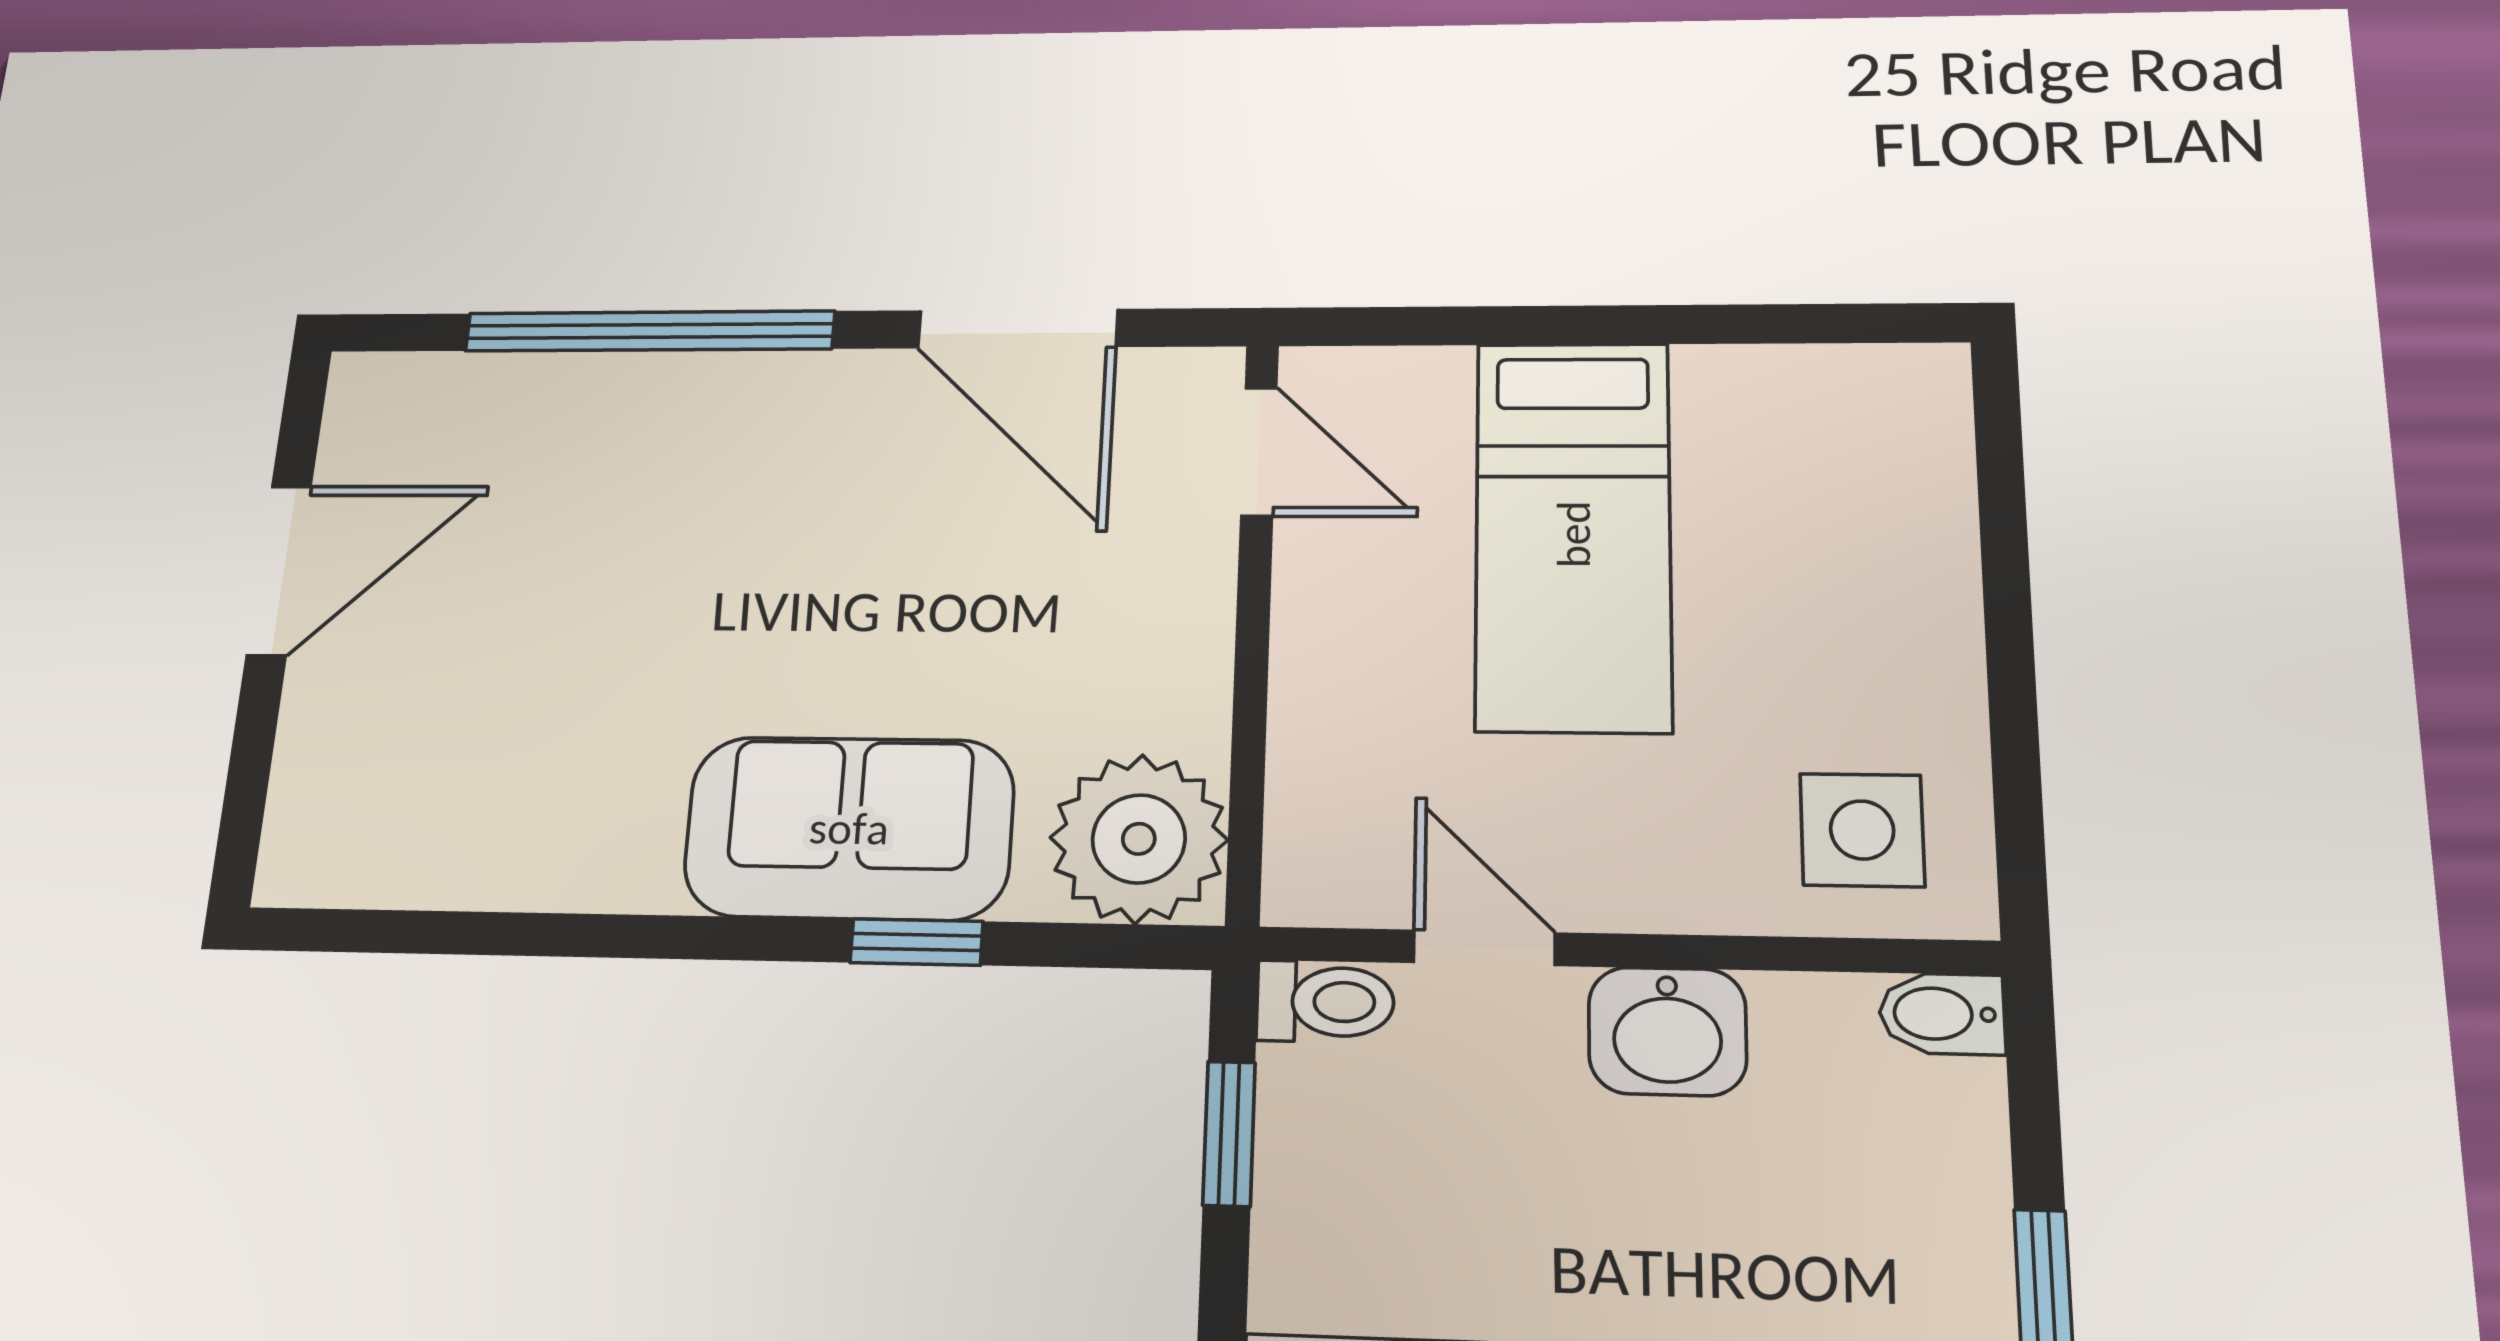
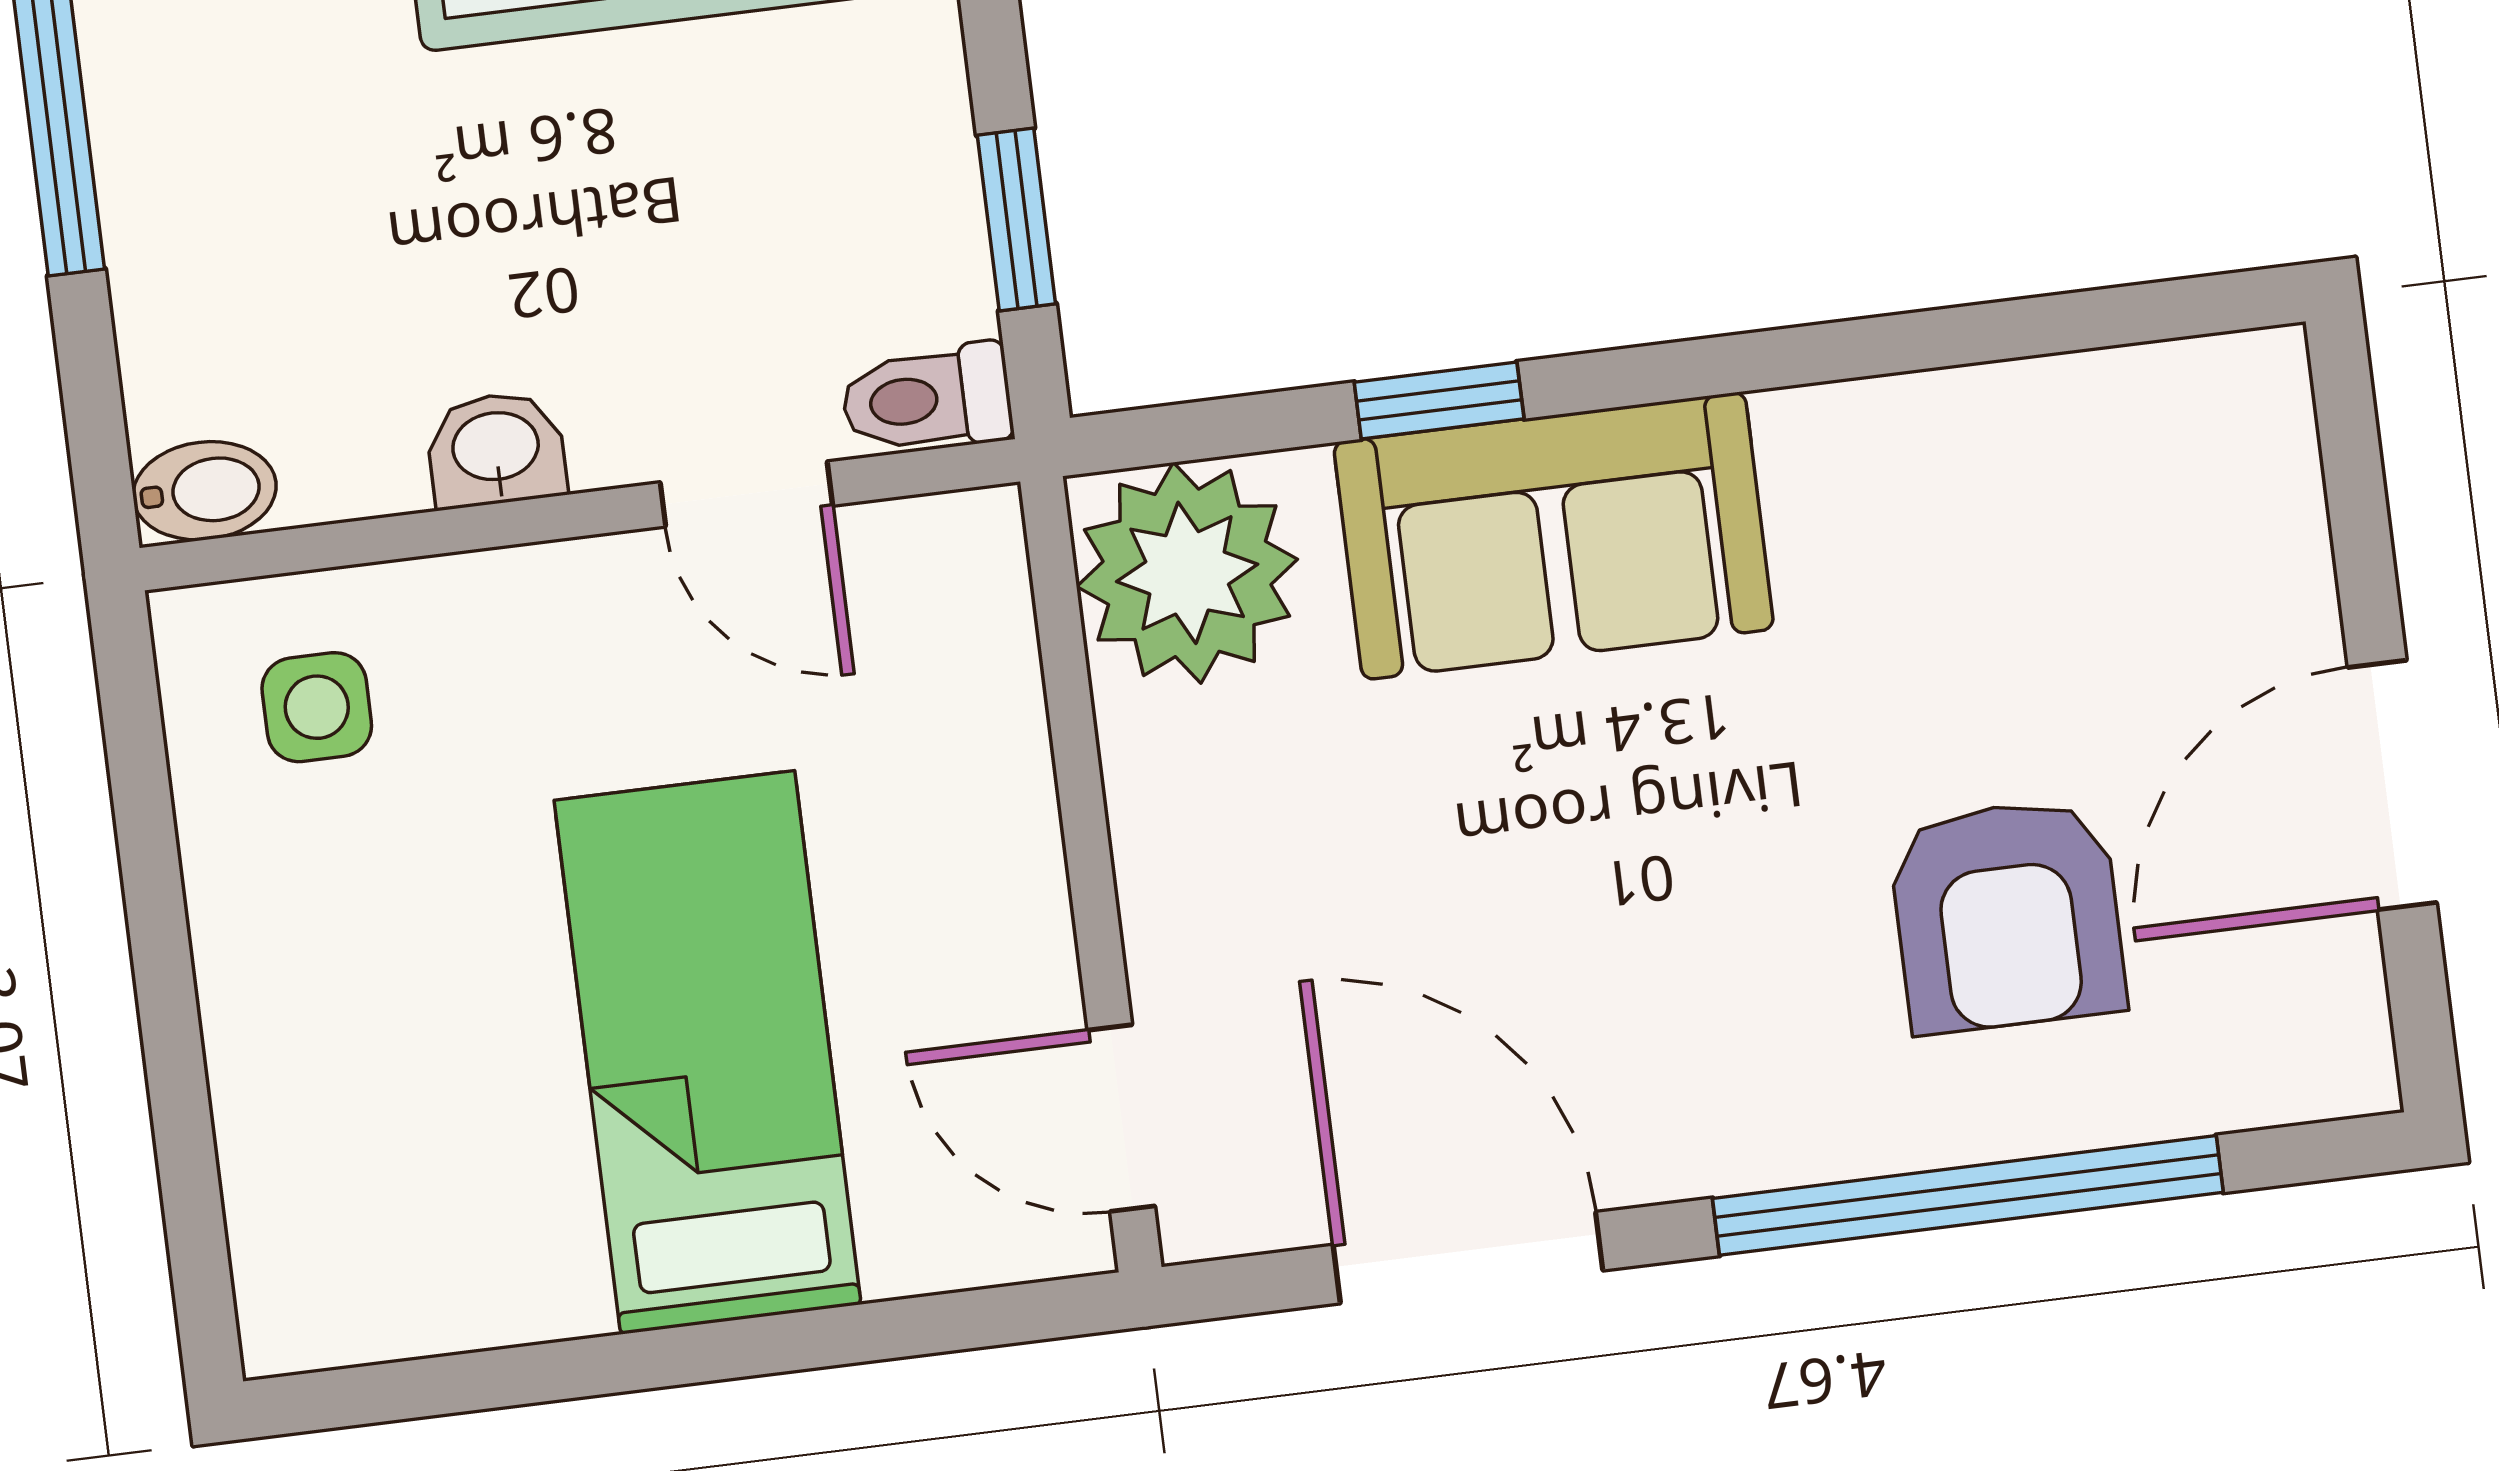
armchair: (575, 515) -> (2007, 916), added
side table: (1862, 830) -> (317, 707), width x0.73, depth x0.73
washbasin: (1667, 1031) -> (496, 449), width x0.72, depth x0.69

